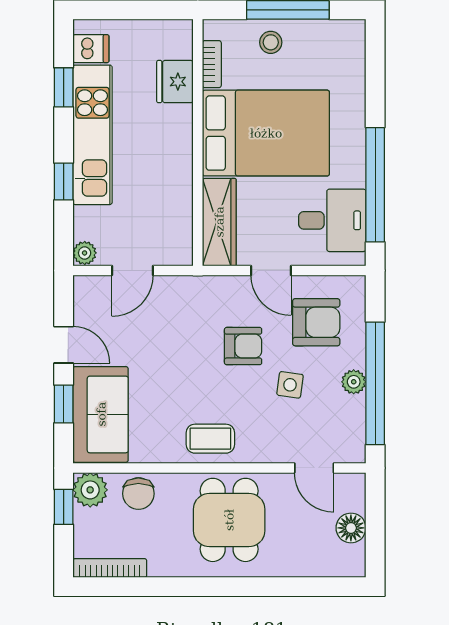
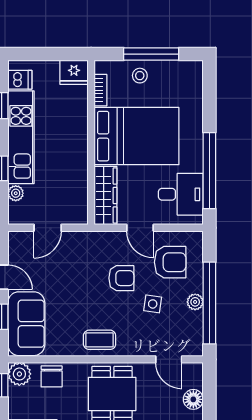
fridge: (175, 82) -> (74, 72), moved, turned -90
plant: (85, 253) -> (16, 193), moved

